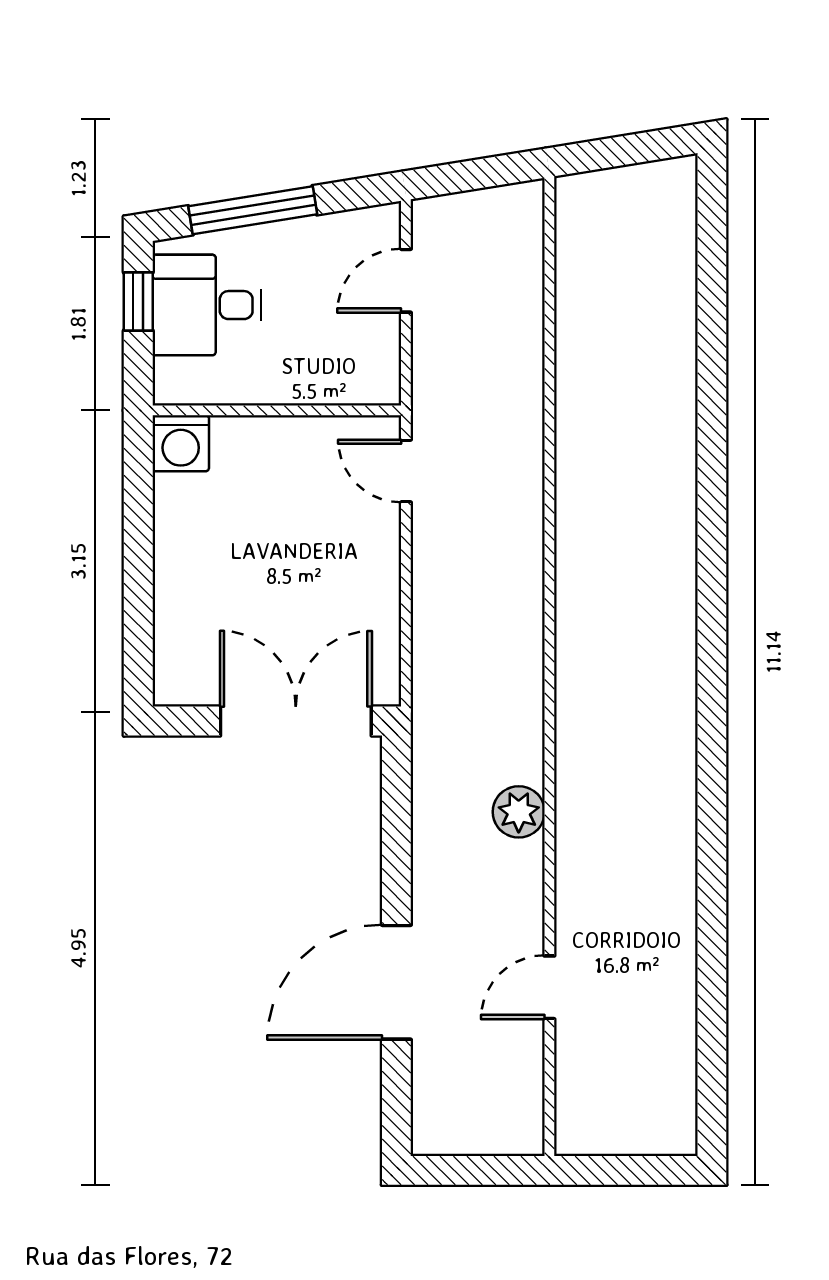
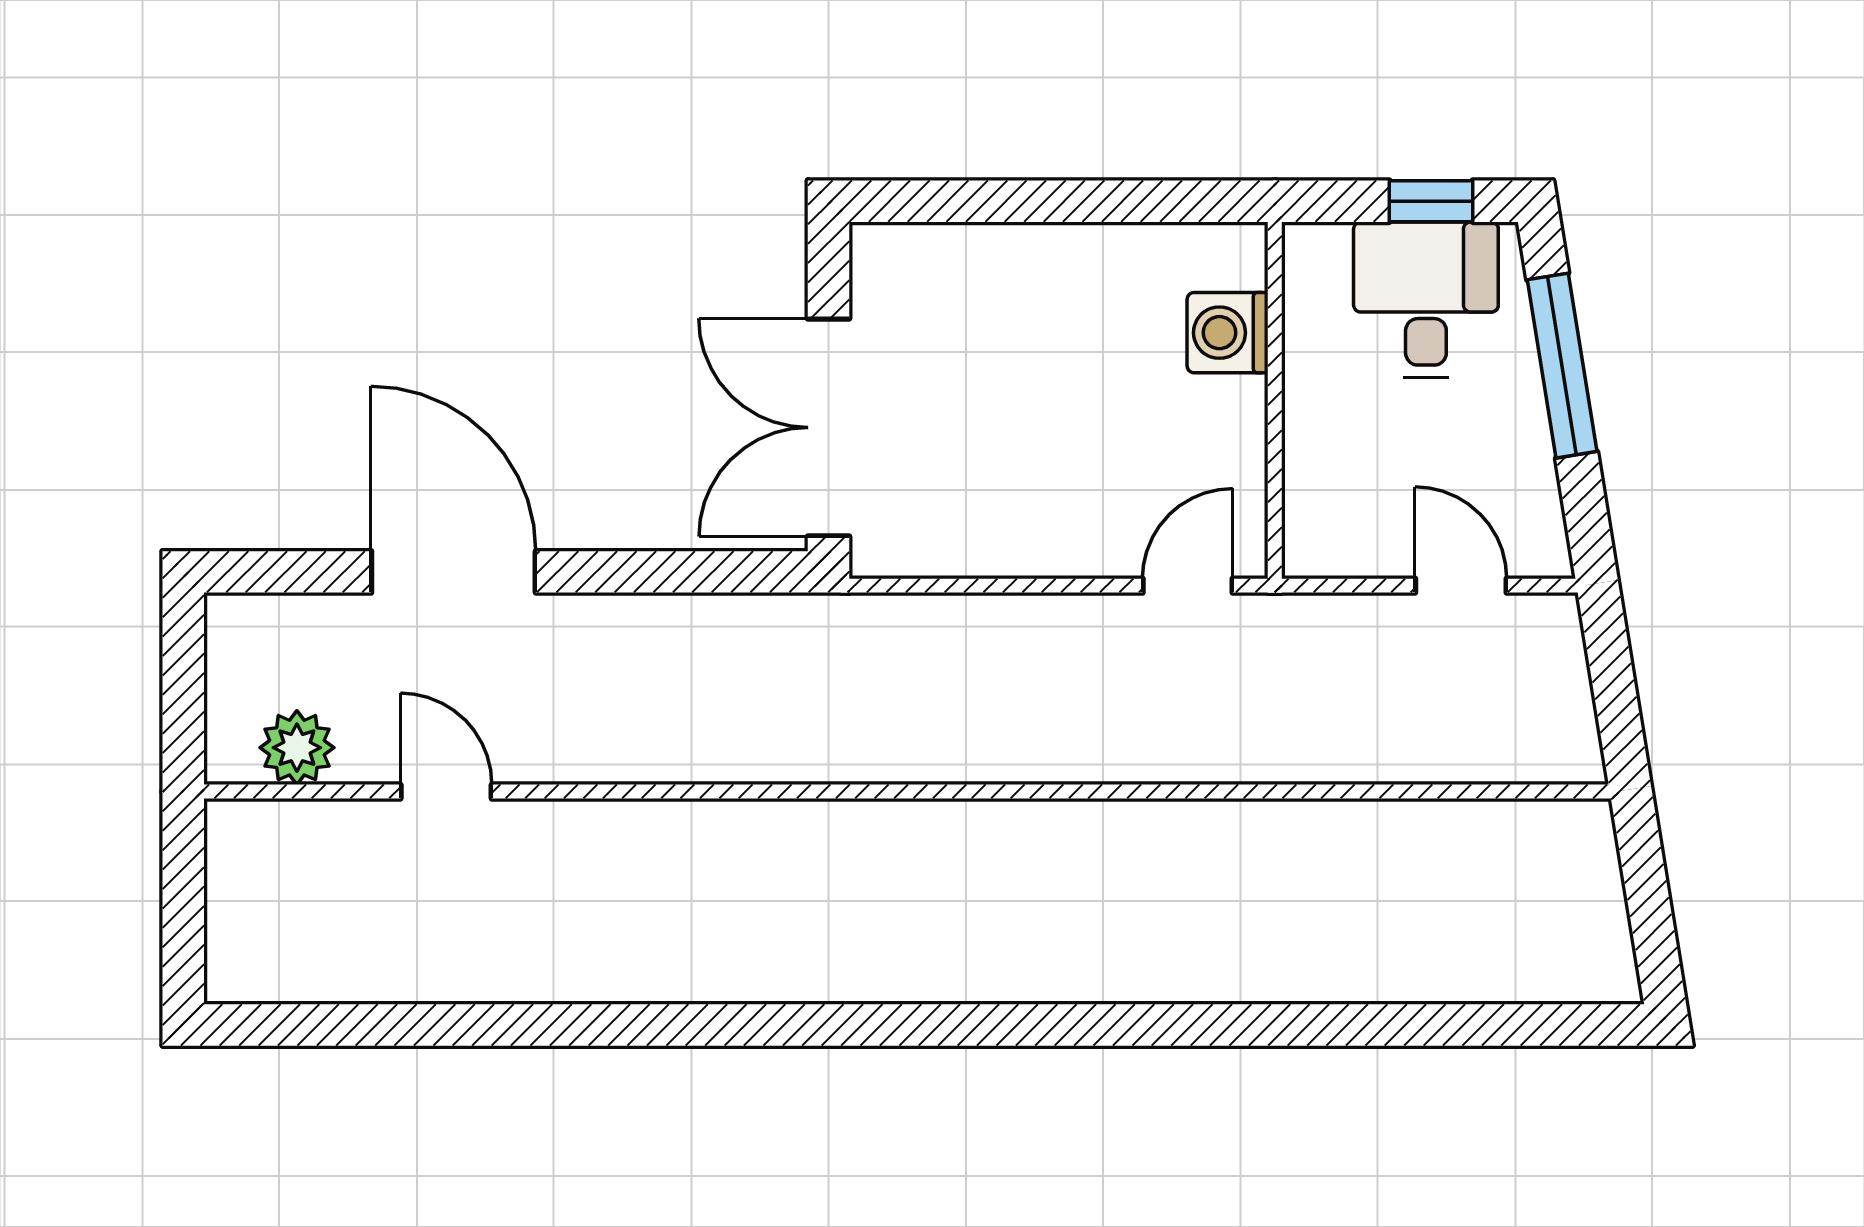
washing machine: (181, 443) -> (1228, 333), moved
double door: (296, 721) -> (829, 428), swing flipped
plant: (519, 812) -> (297, 748), moved

